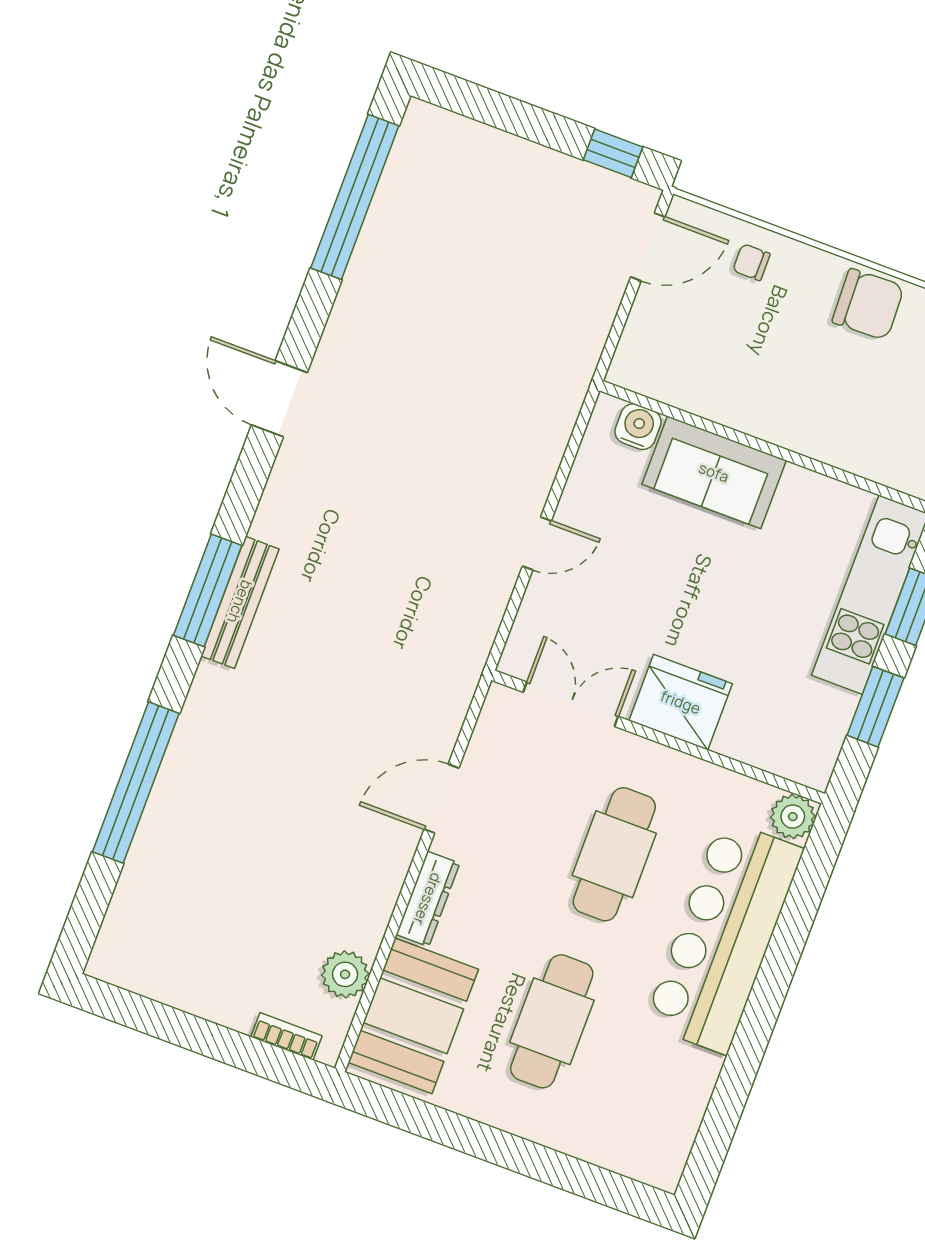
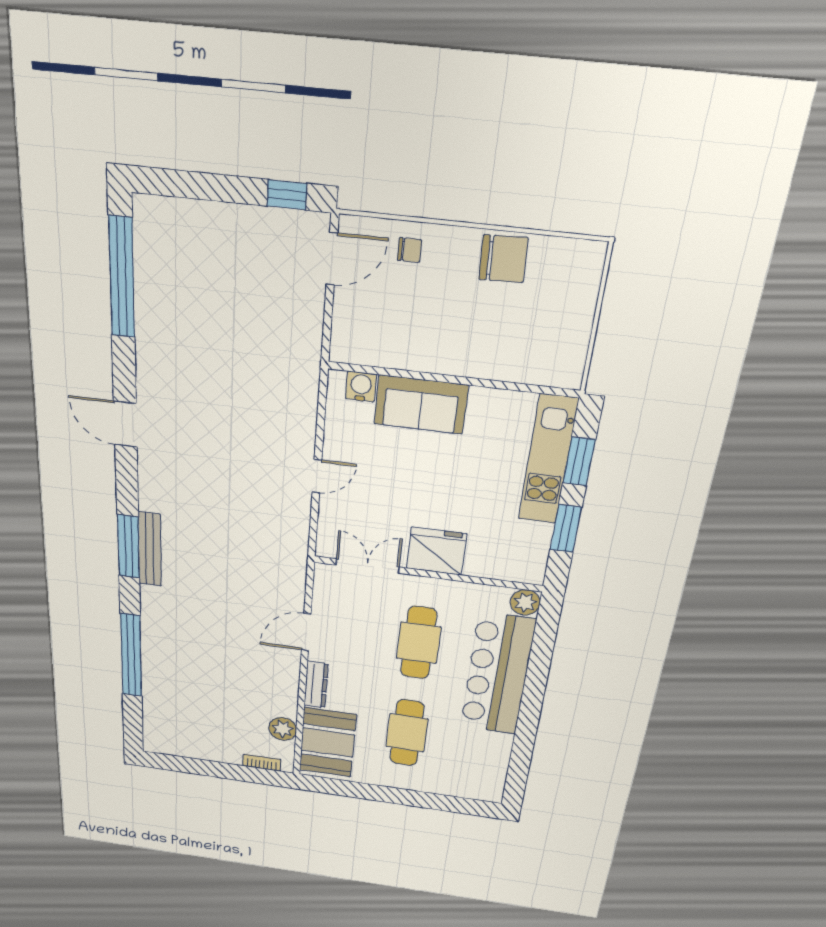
chair: (751, 262) -> (409, 250), turned 180

